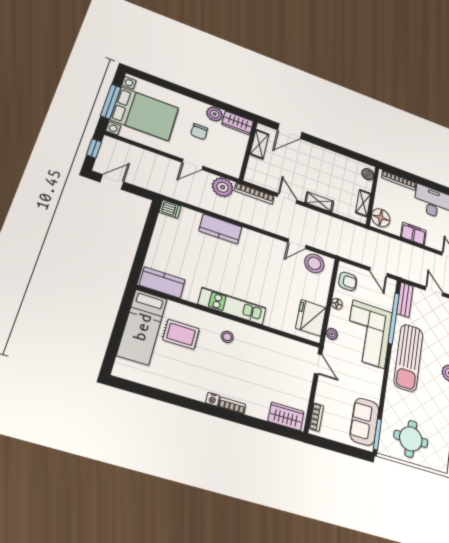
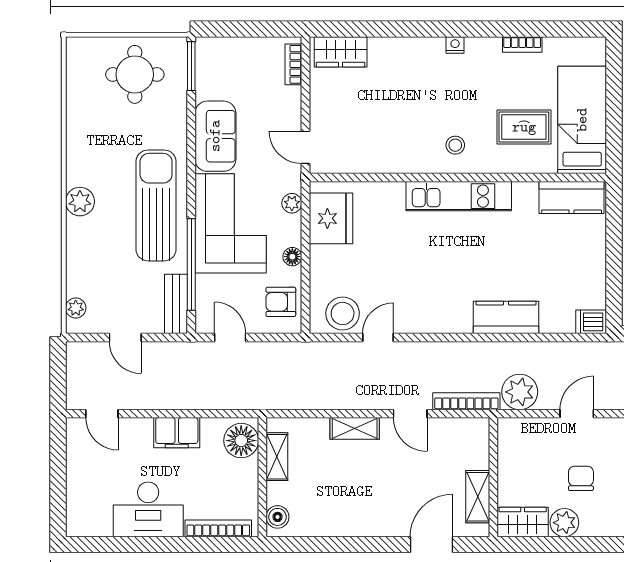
bookcase: (232, 405) -> (522, 44), moved
sofa: (364, 422) -> (215, 136), moved

